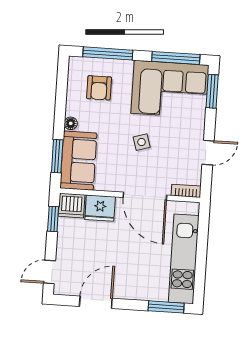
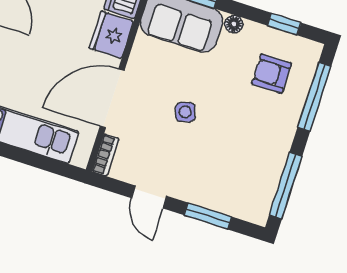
window: (62, 88) -> (284, 24), added
corner sofa: (170, 89) -> (246, 167), removed
window: (212, 91) -> (208, 216), moved

